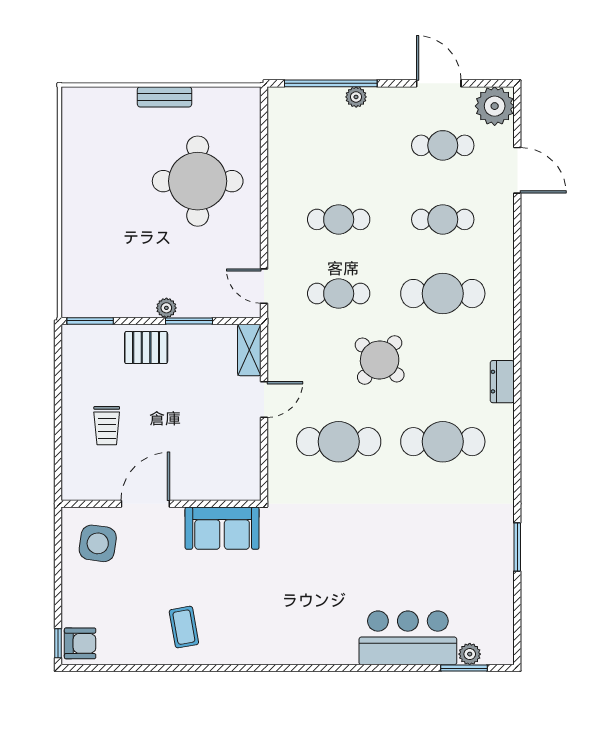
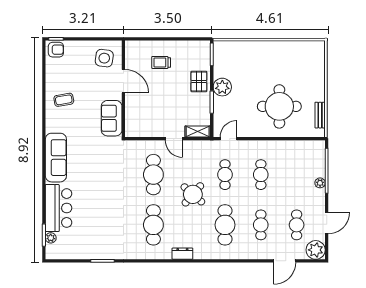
bench: (165, 97) -> (320, 115), moved
plant: (166, 308) -> (222, 87), width x1.87, depth x1.87
armchair: (80, 643) -> (56, 50), turned -90
sofa: (303, 643) -> (56, 158), added

